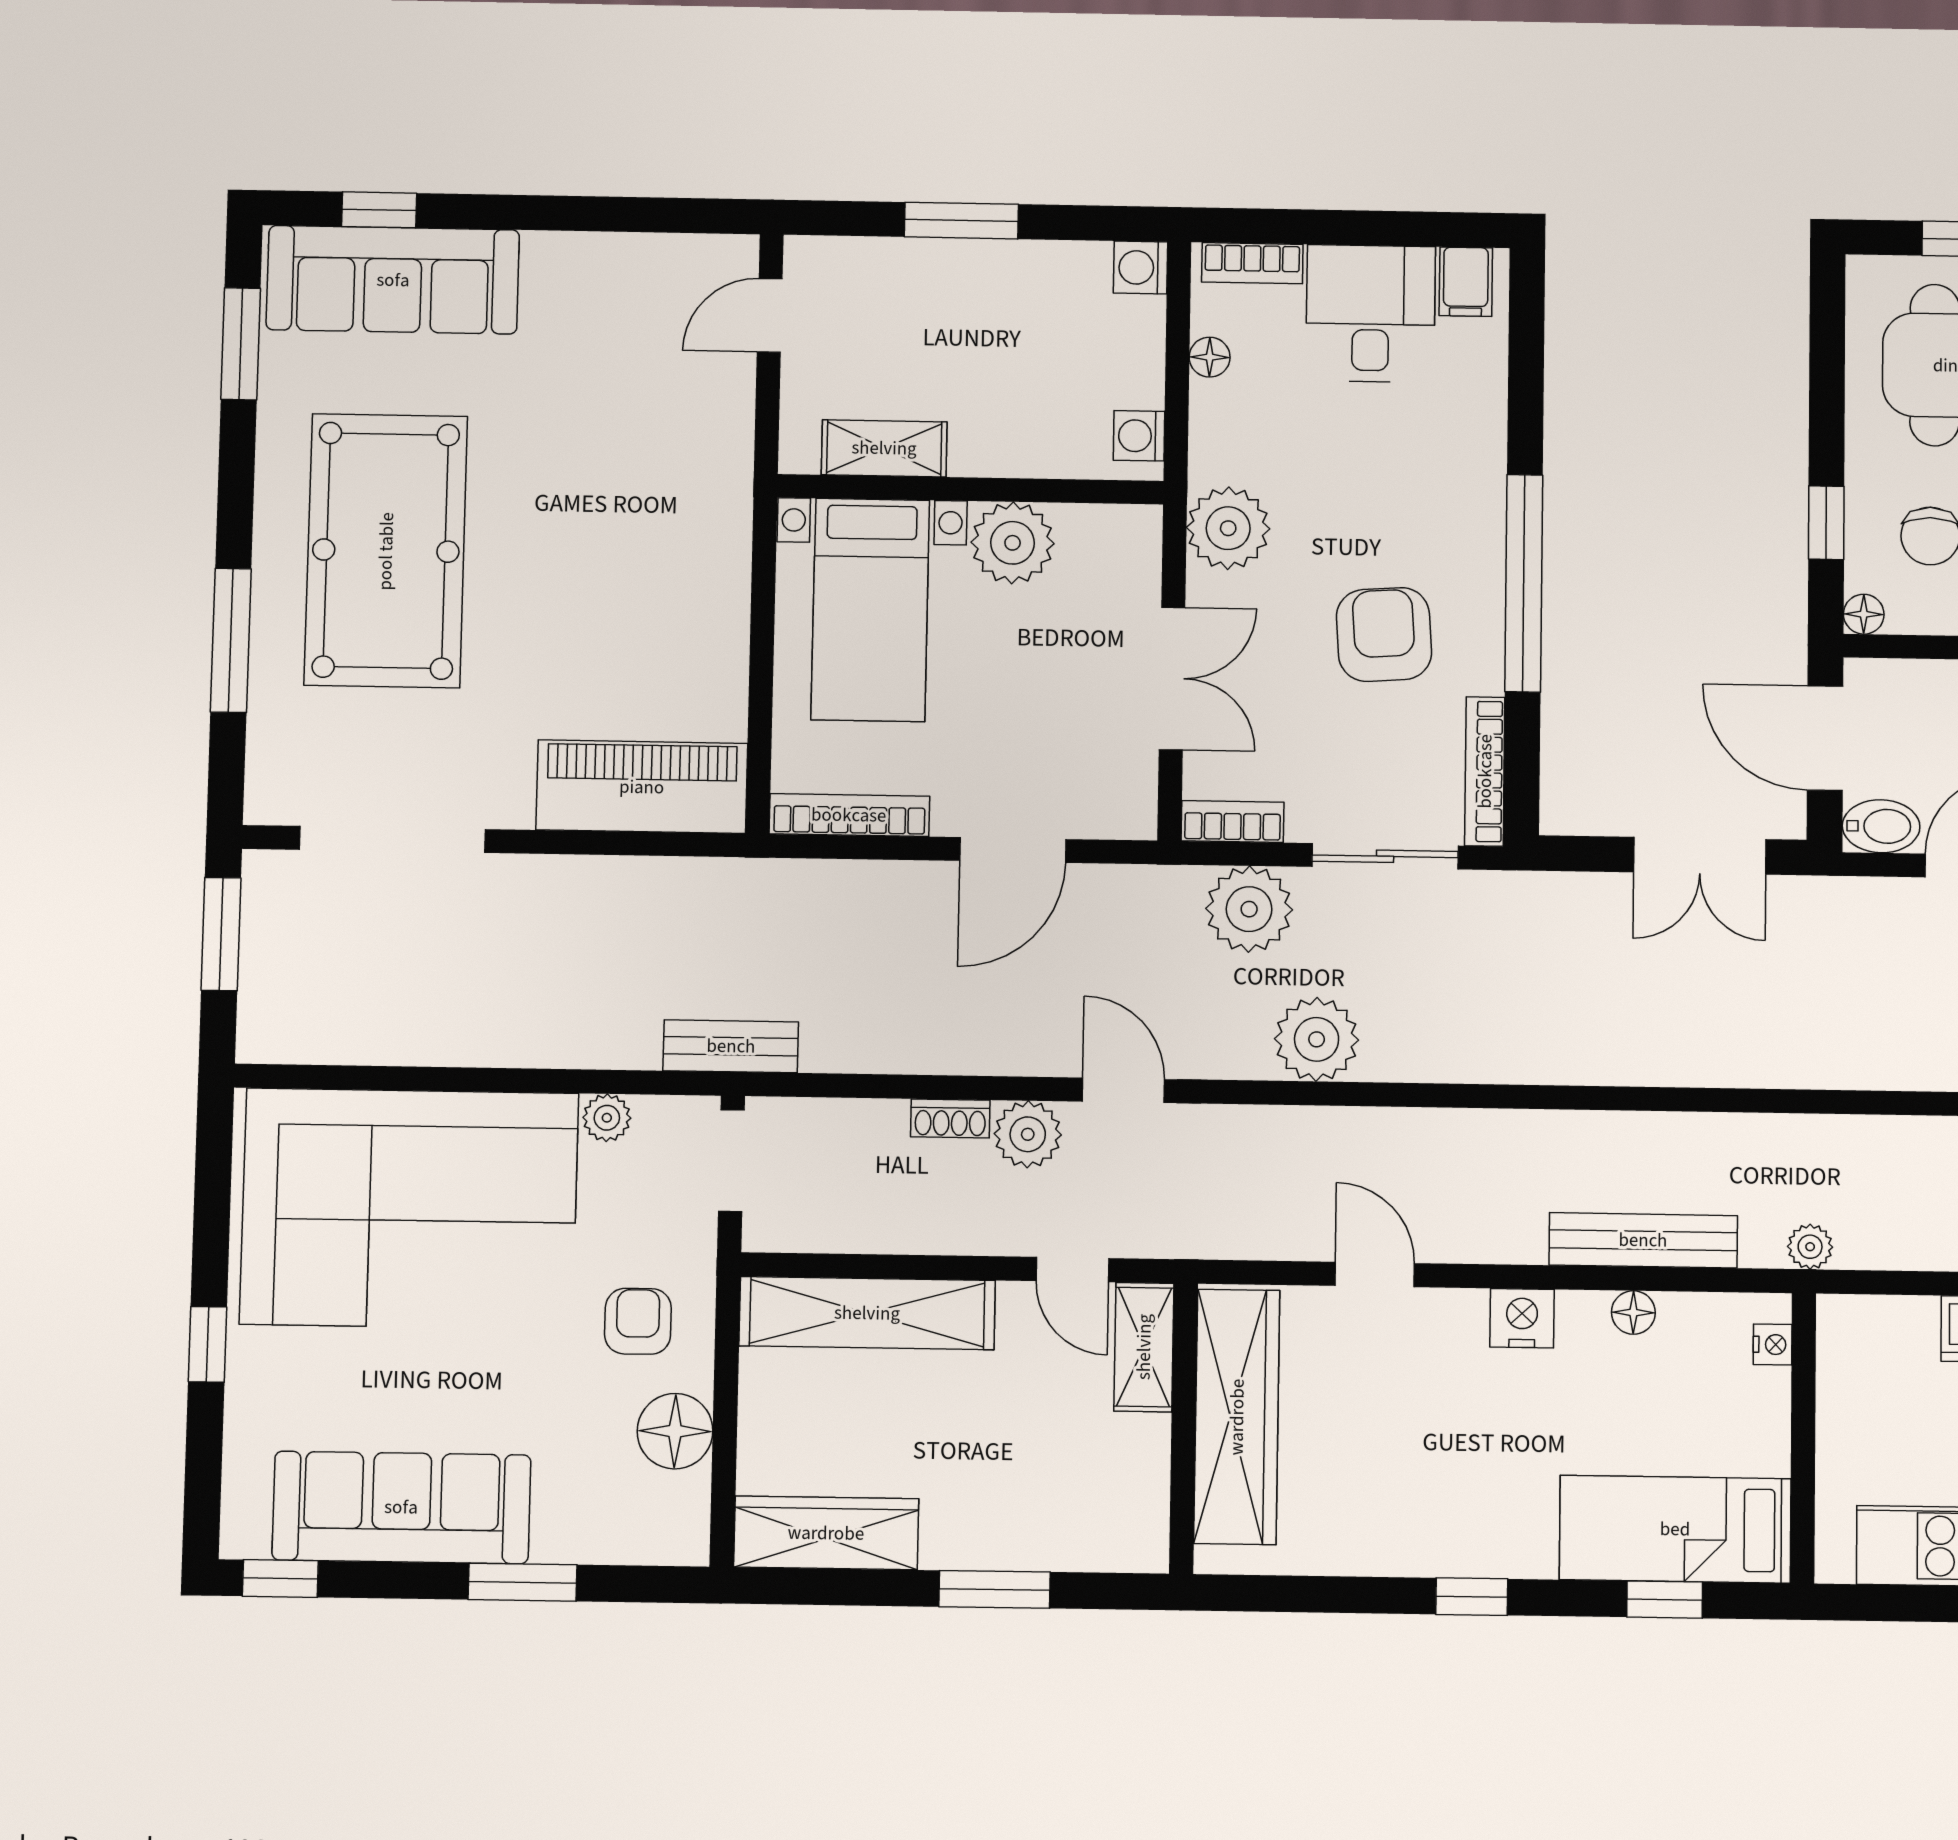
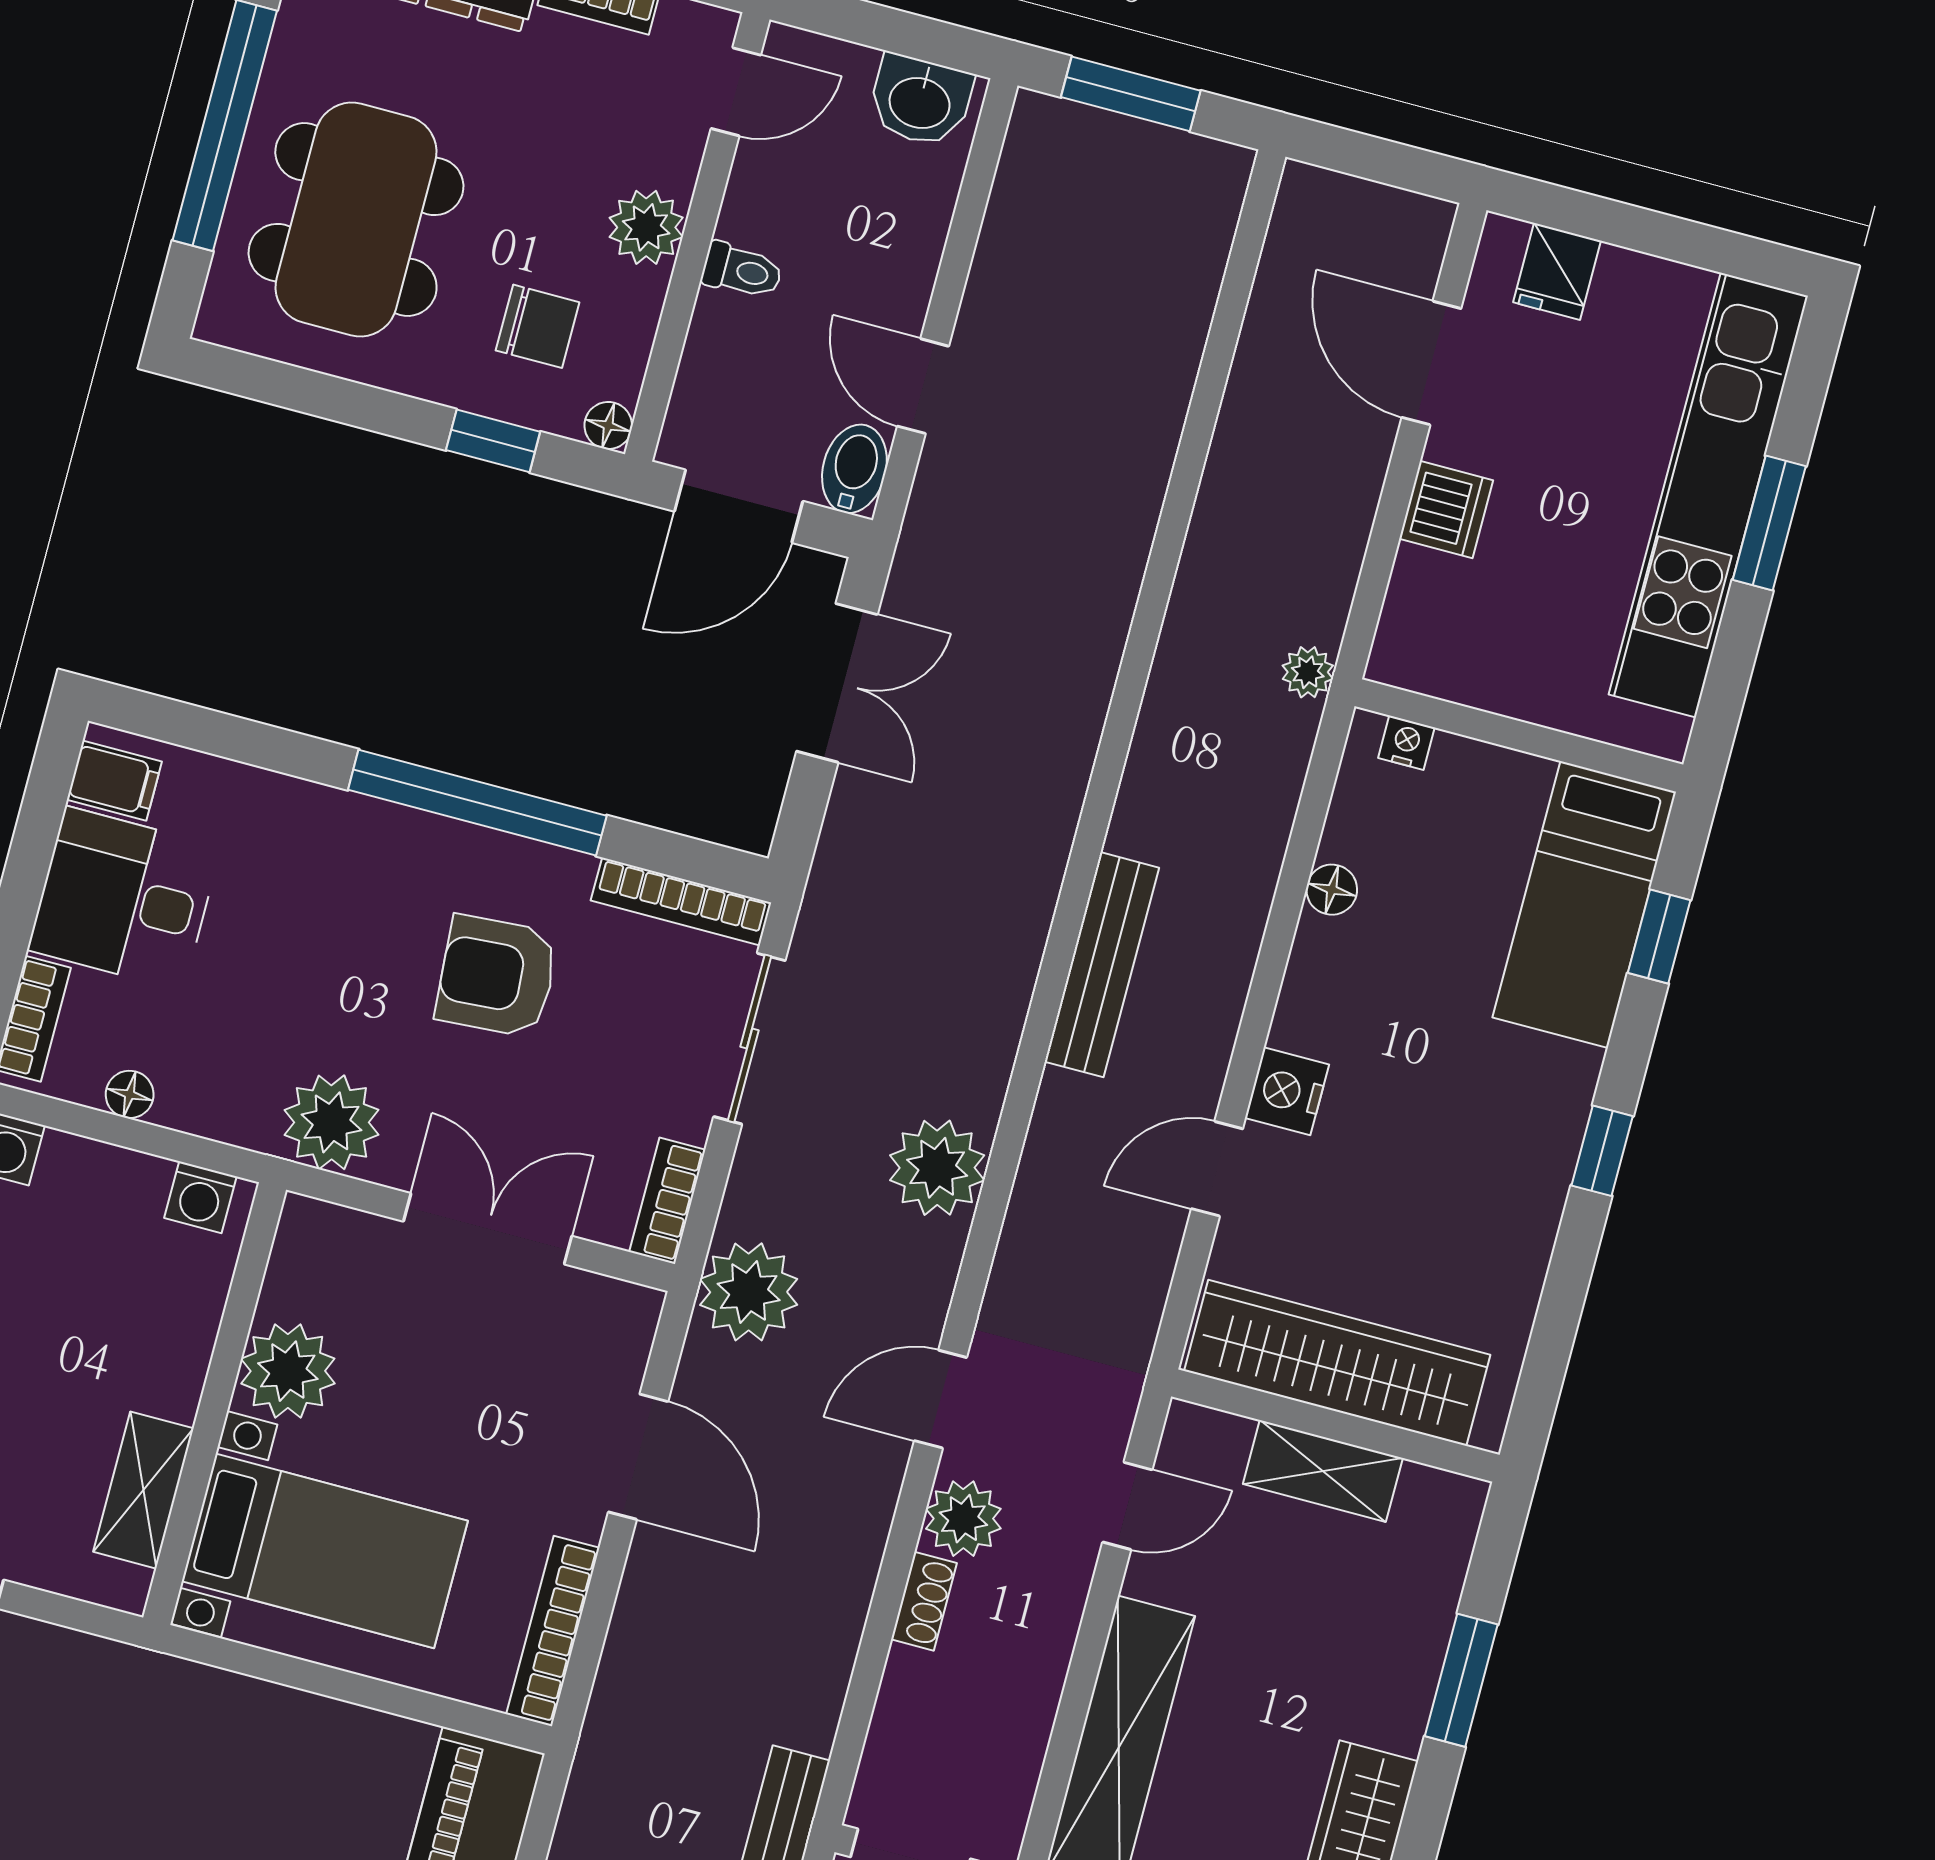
plant: (1249, 909) -> (749, 1292), moved
bench: (1643, 1240) -> (1102, 965), moved
nightstand: (1522, 1318) -> (1287, 1091), moved
shelving: (1144, 1347) -> (1323, 1471), moved

